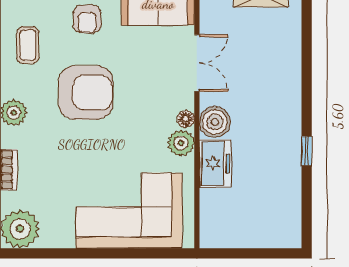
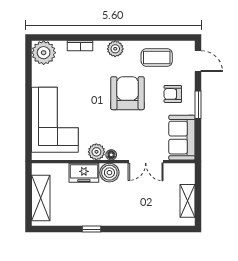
coffee table: (28, 45) -> (157, 58), width x1.36, depth x1.30
armchair: (86, 93) -> (128, 93), turned 180
shelving: (256, 233) -> (41, 198), added

